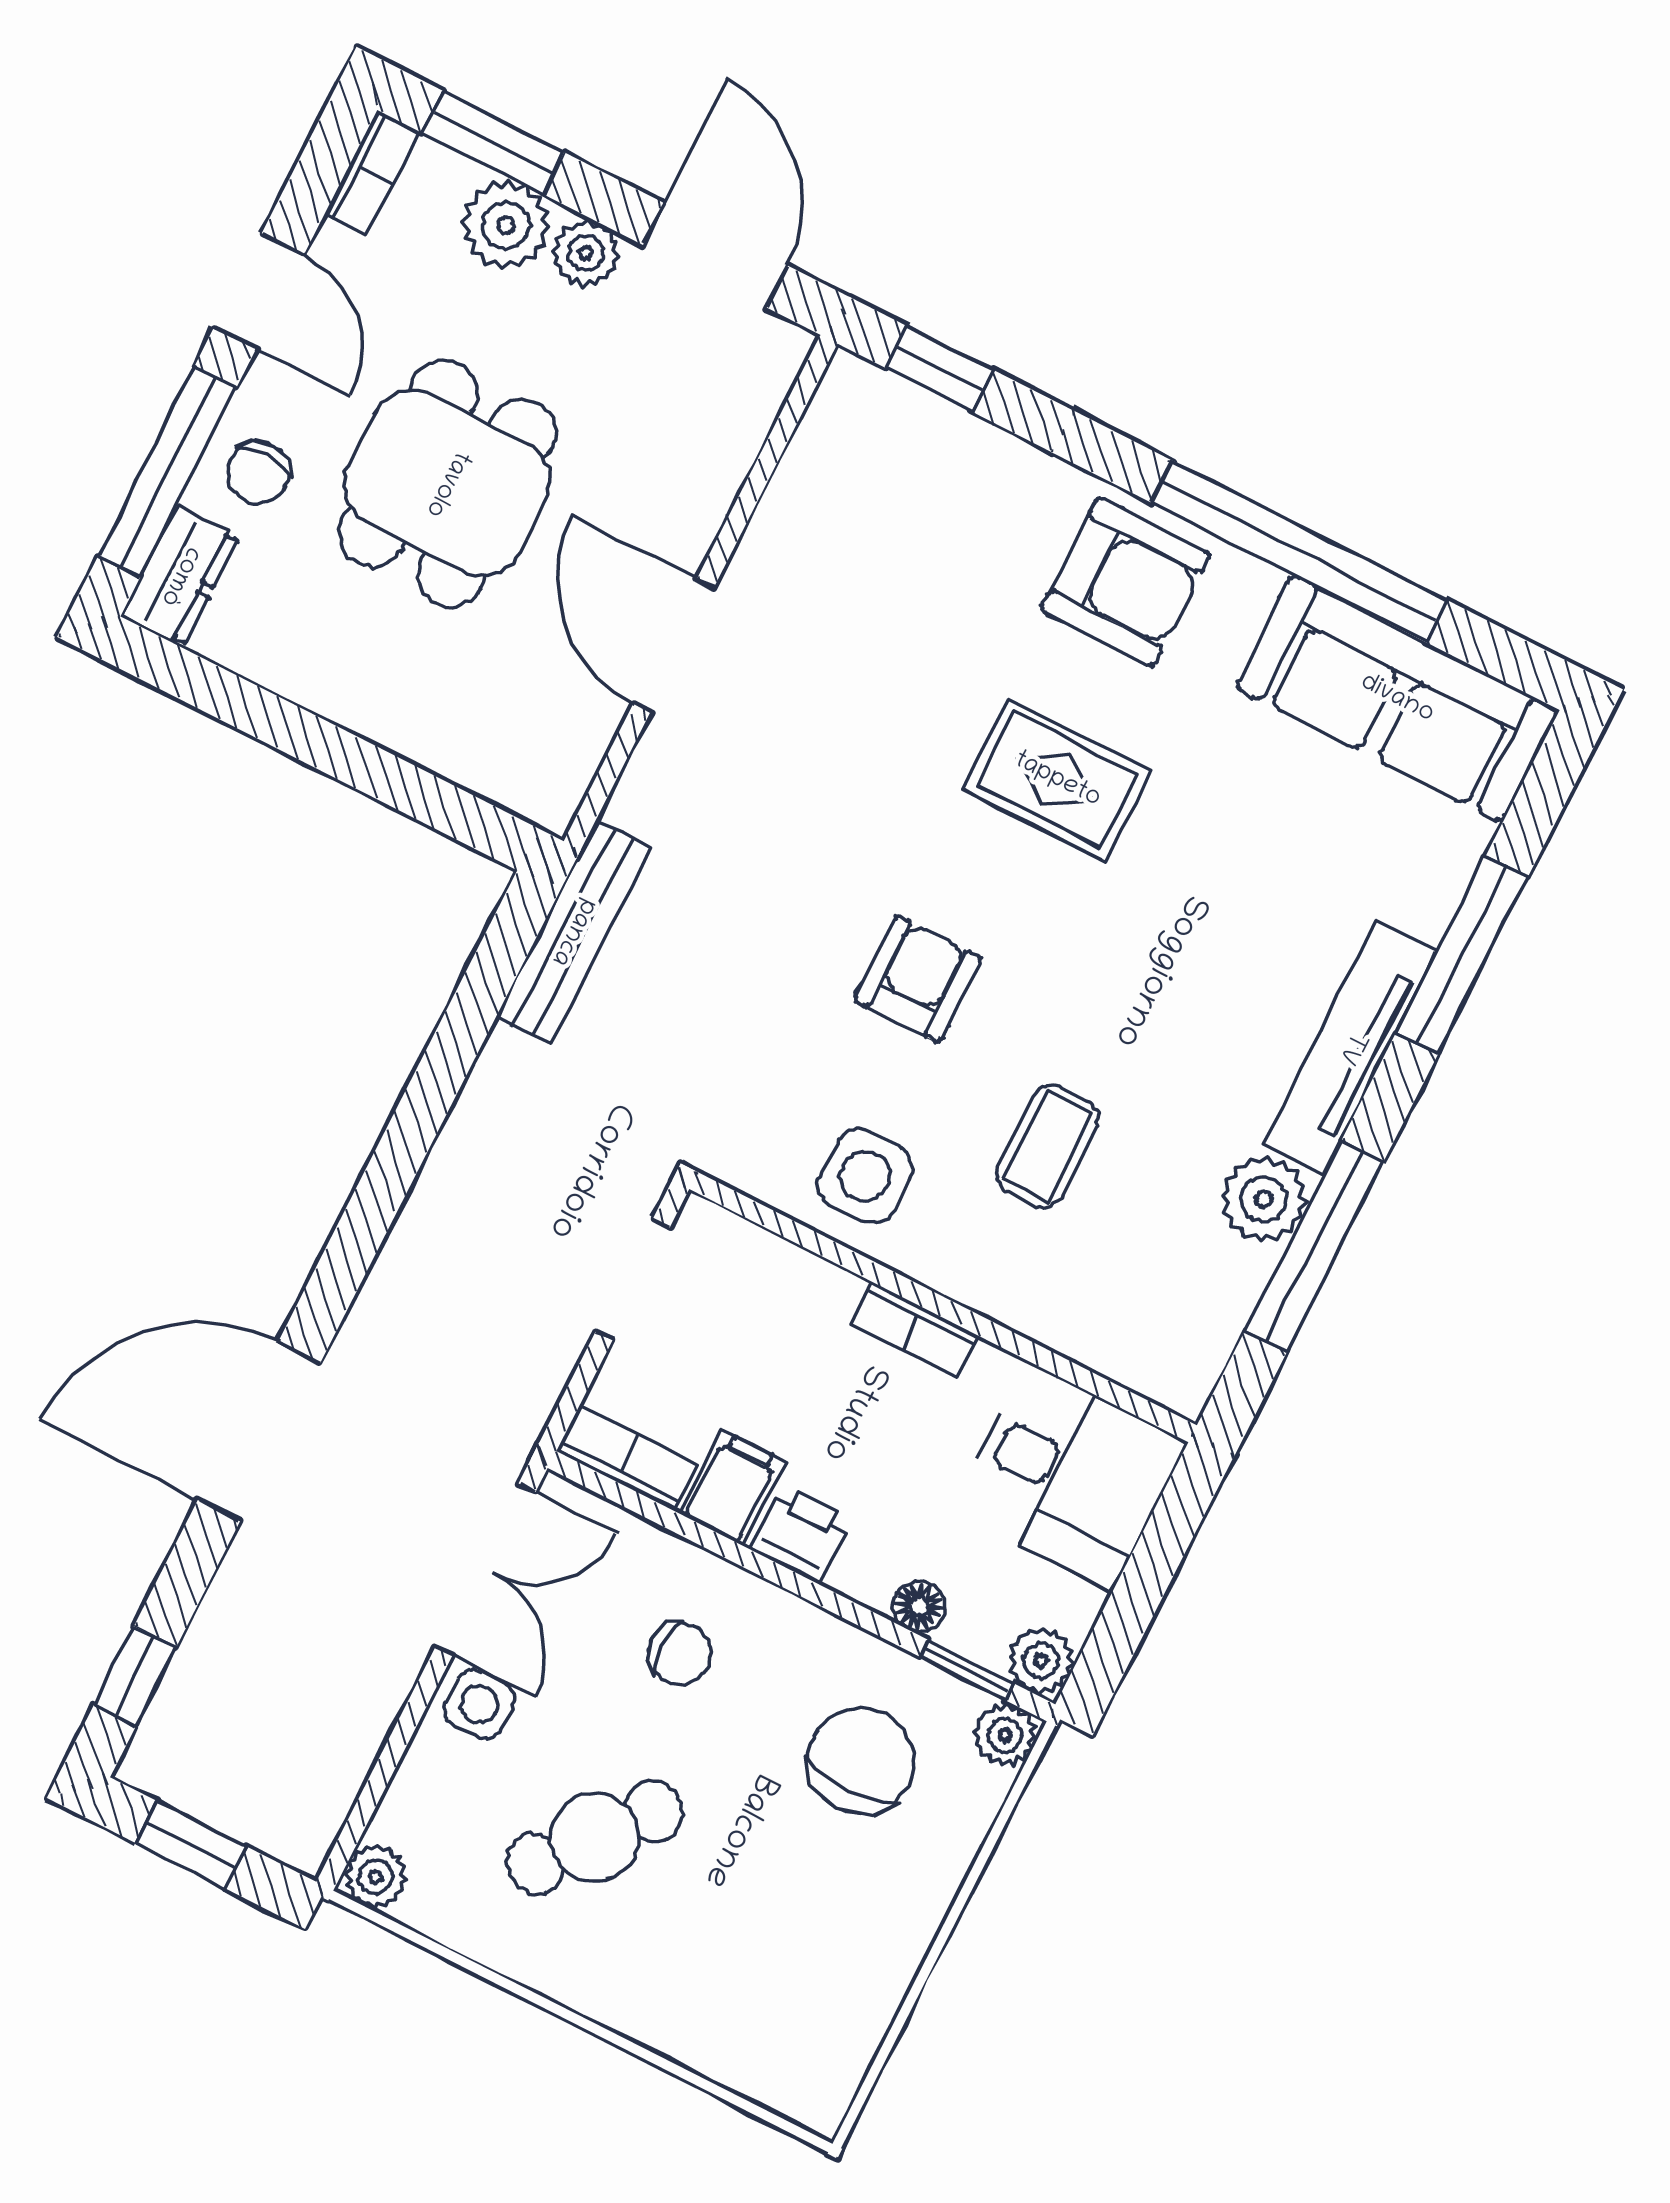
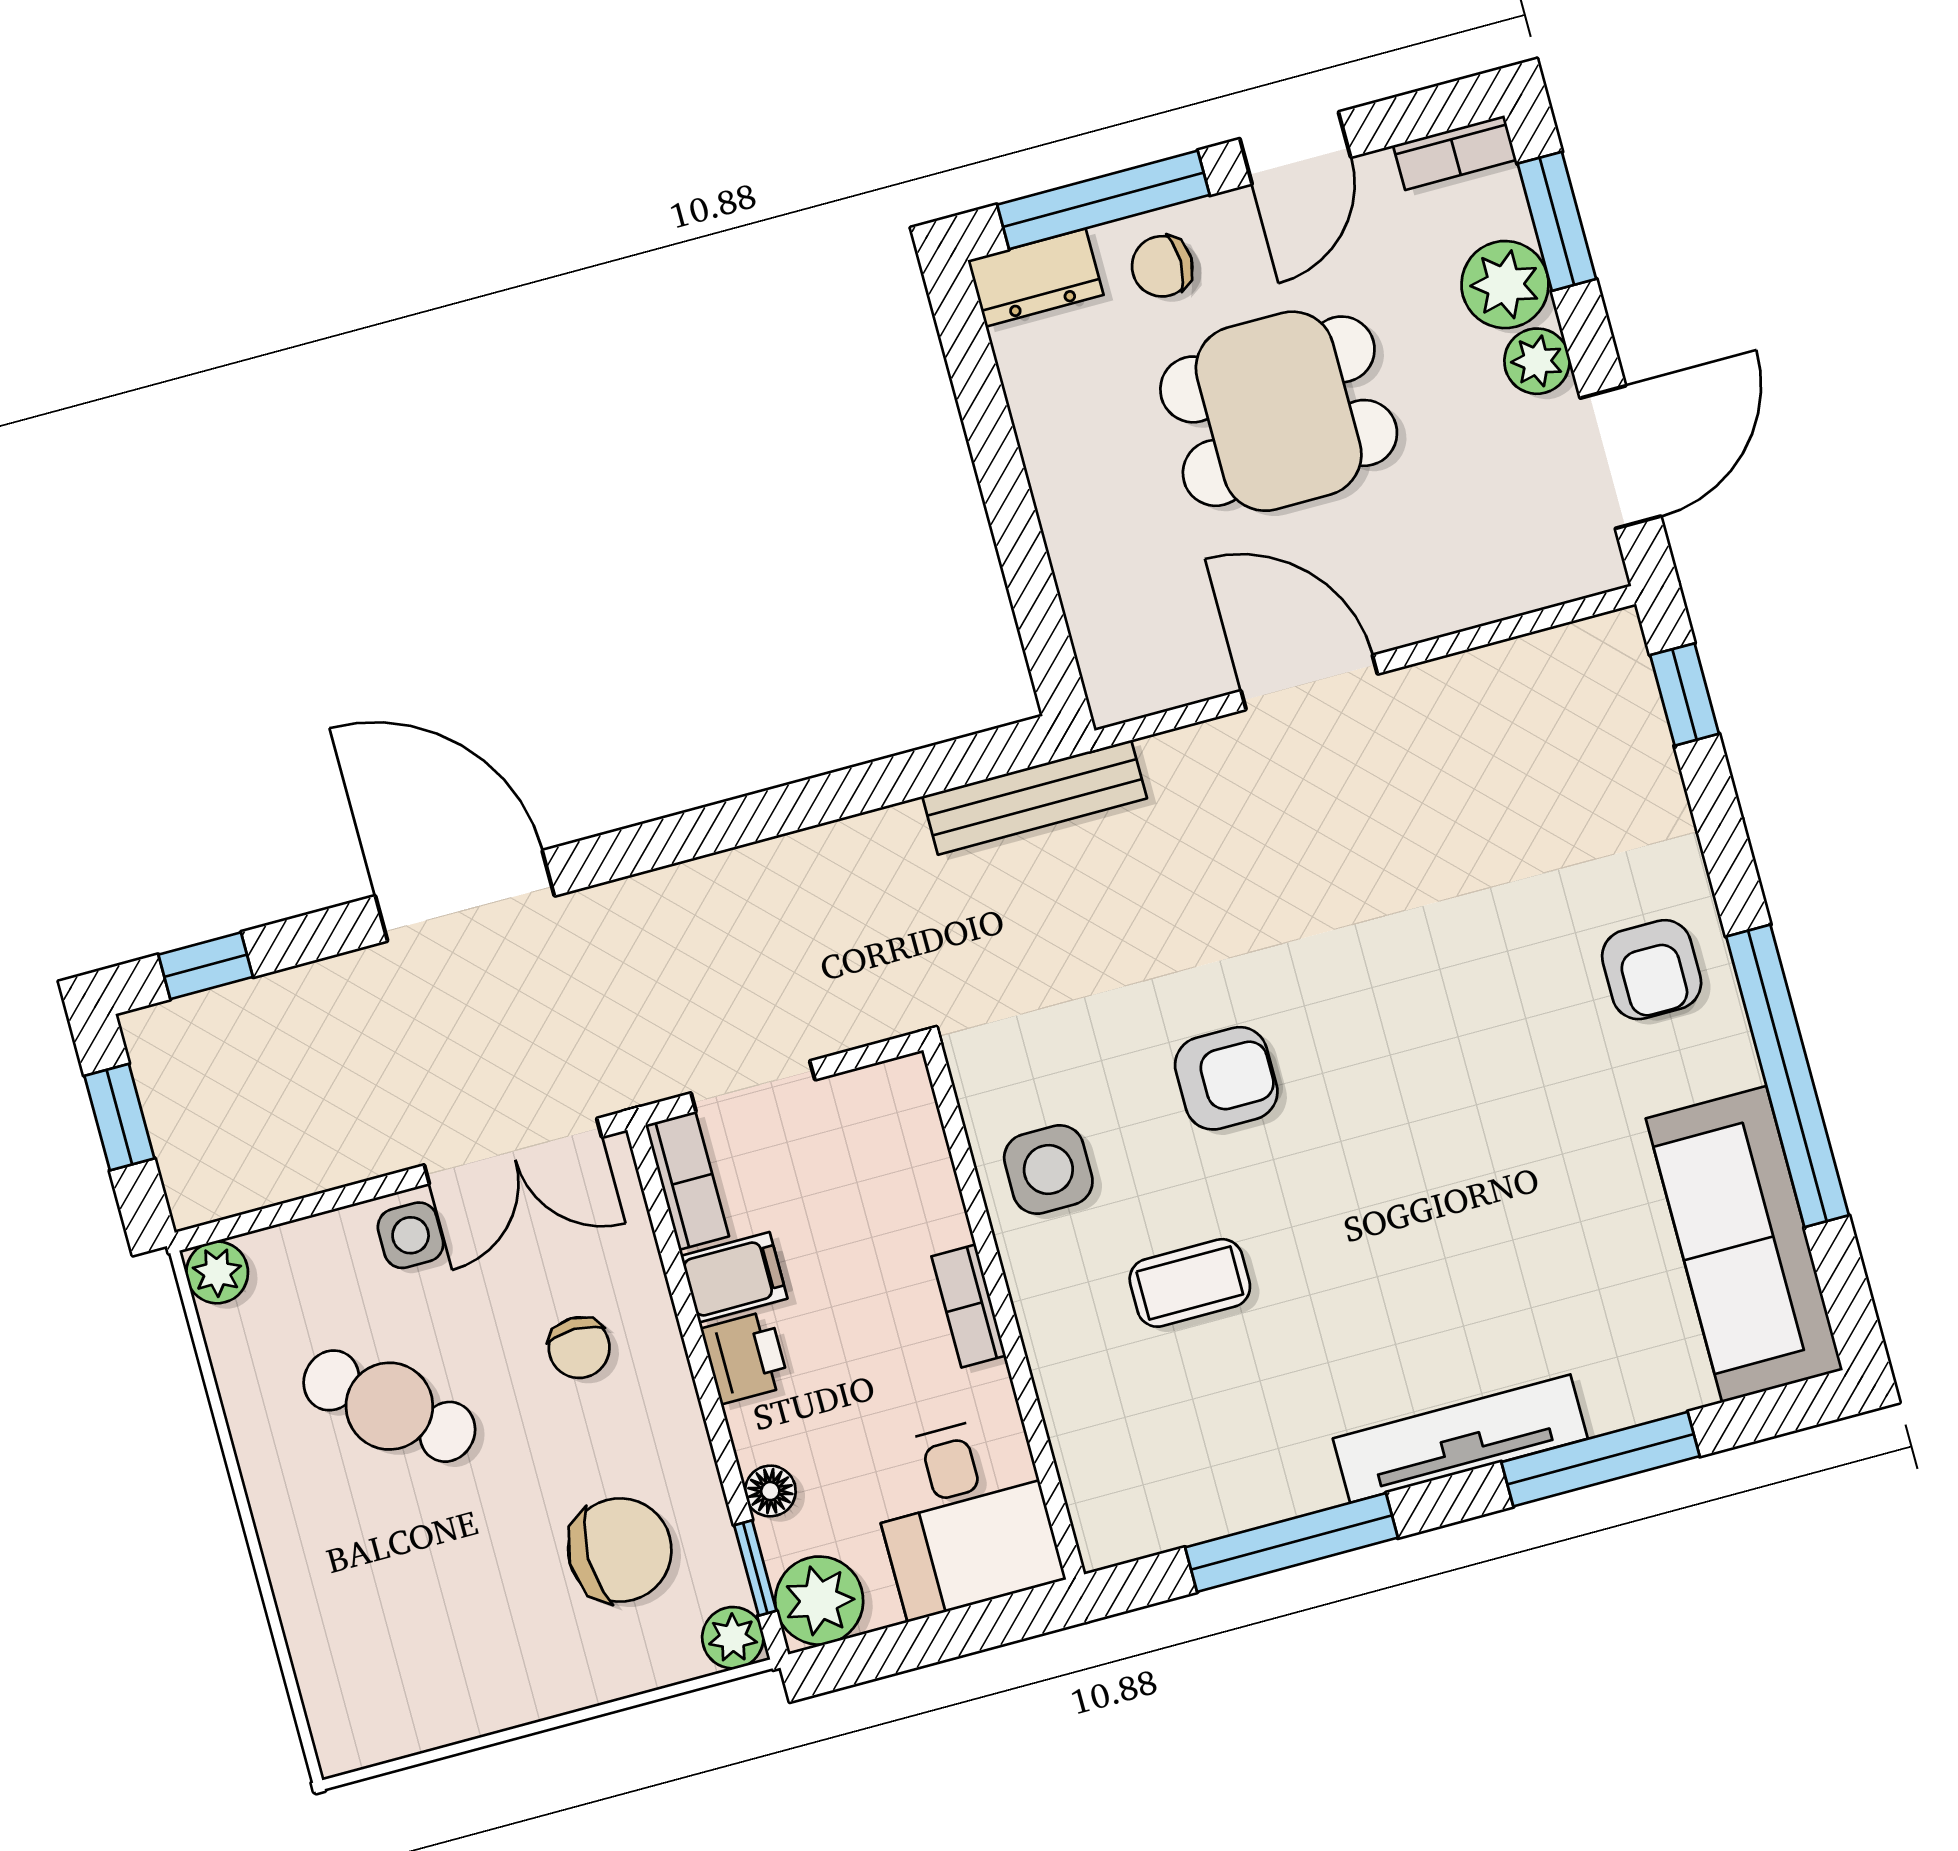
armchair: (1126, 582) -> (1652, 970), width x0.72, depth x0.72
door: (674, 645) -> (1309, 682), hinge flipped
rug: (1057, 780) -> (1462, 1049), removed
plant: (1264, 1199) -> (1293, 1475), removed
doorway: (633, 1280) -> (753, 1086), moved
plant: (1041, 1661) -> (819, 1601), width x1.38, depth x1.38

